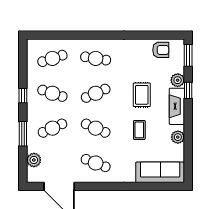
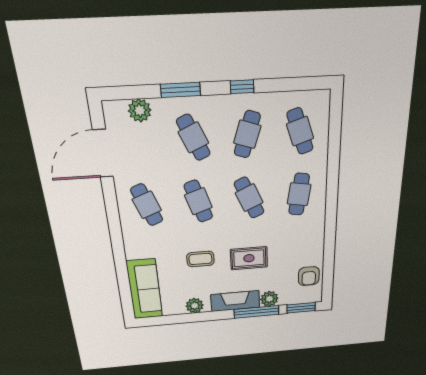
window: (188, 90) -> (256, 312), width x2.17
cafe table: (96, 128) -> (198, 201), turned -42
cafe table: (96, 163) -> (147, 205), turned -42

